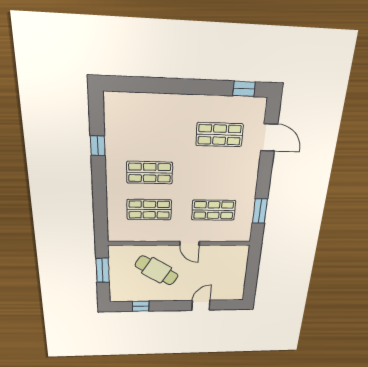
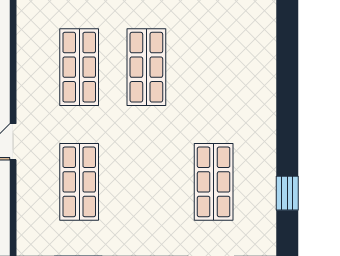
window: (244, 89) -> (287, 193), moved

